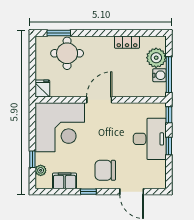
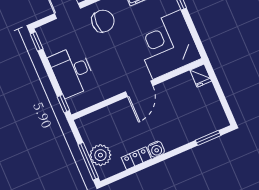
round table: (67, 53) -> (191, 121), removed
water cooler: (159, 75) -> (156, 149), moved, turned -90
window: (169, 75) -> (88, 161), moved
window: (169, 146) -> (37, 41), moved

